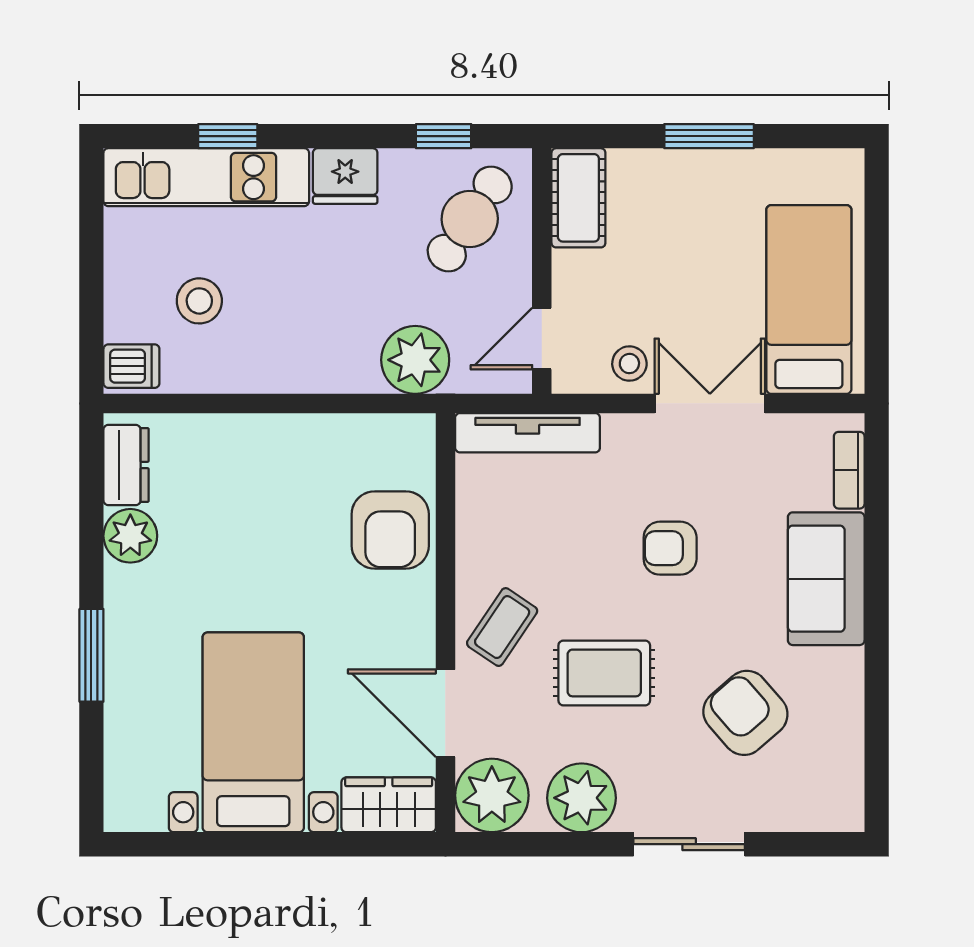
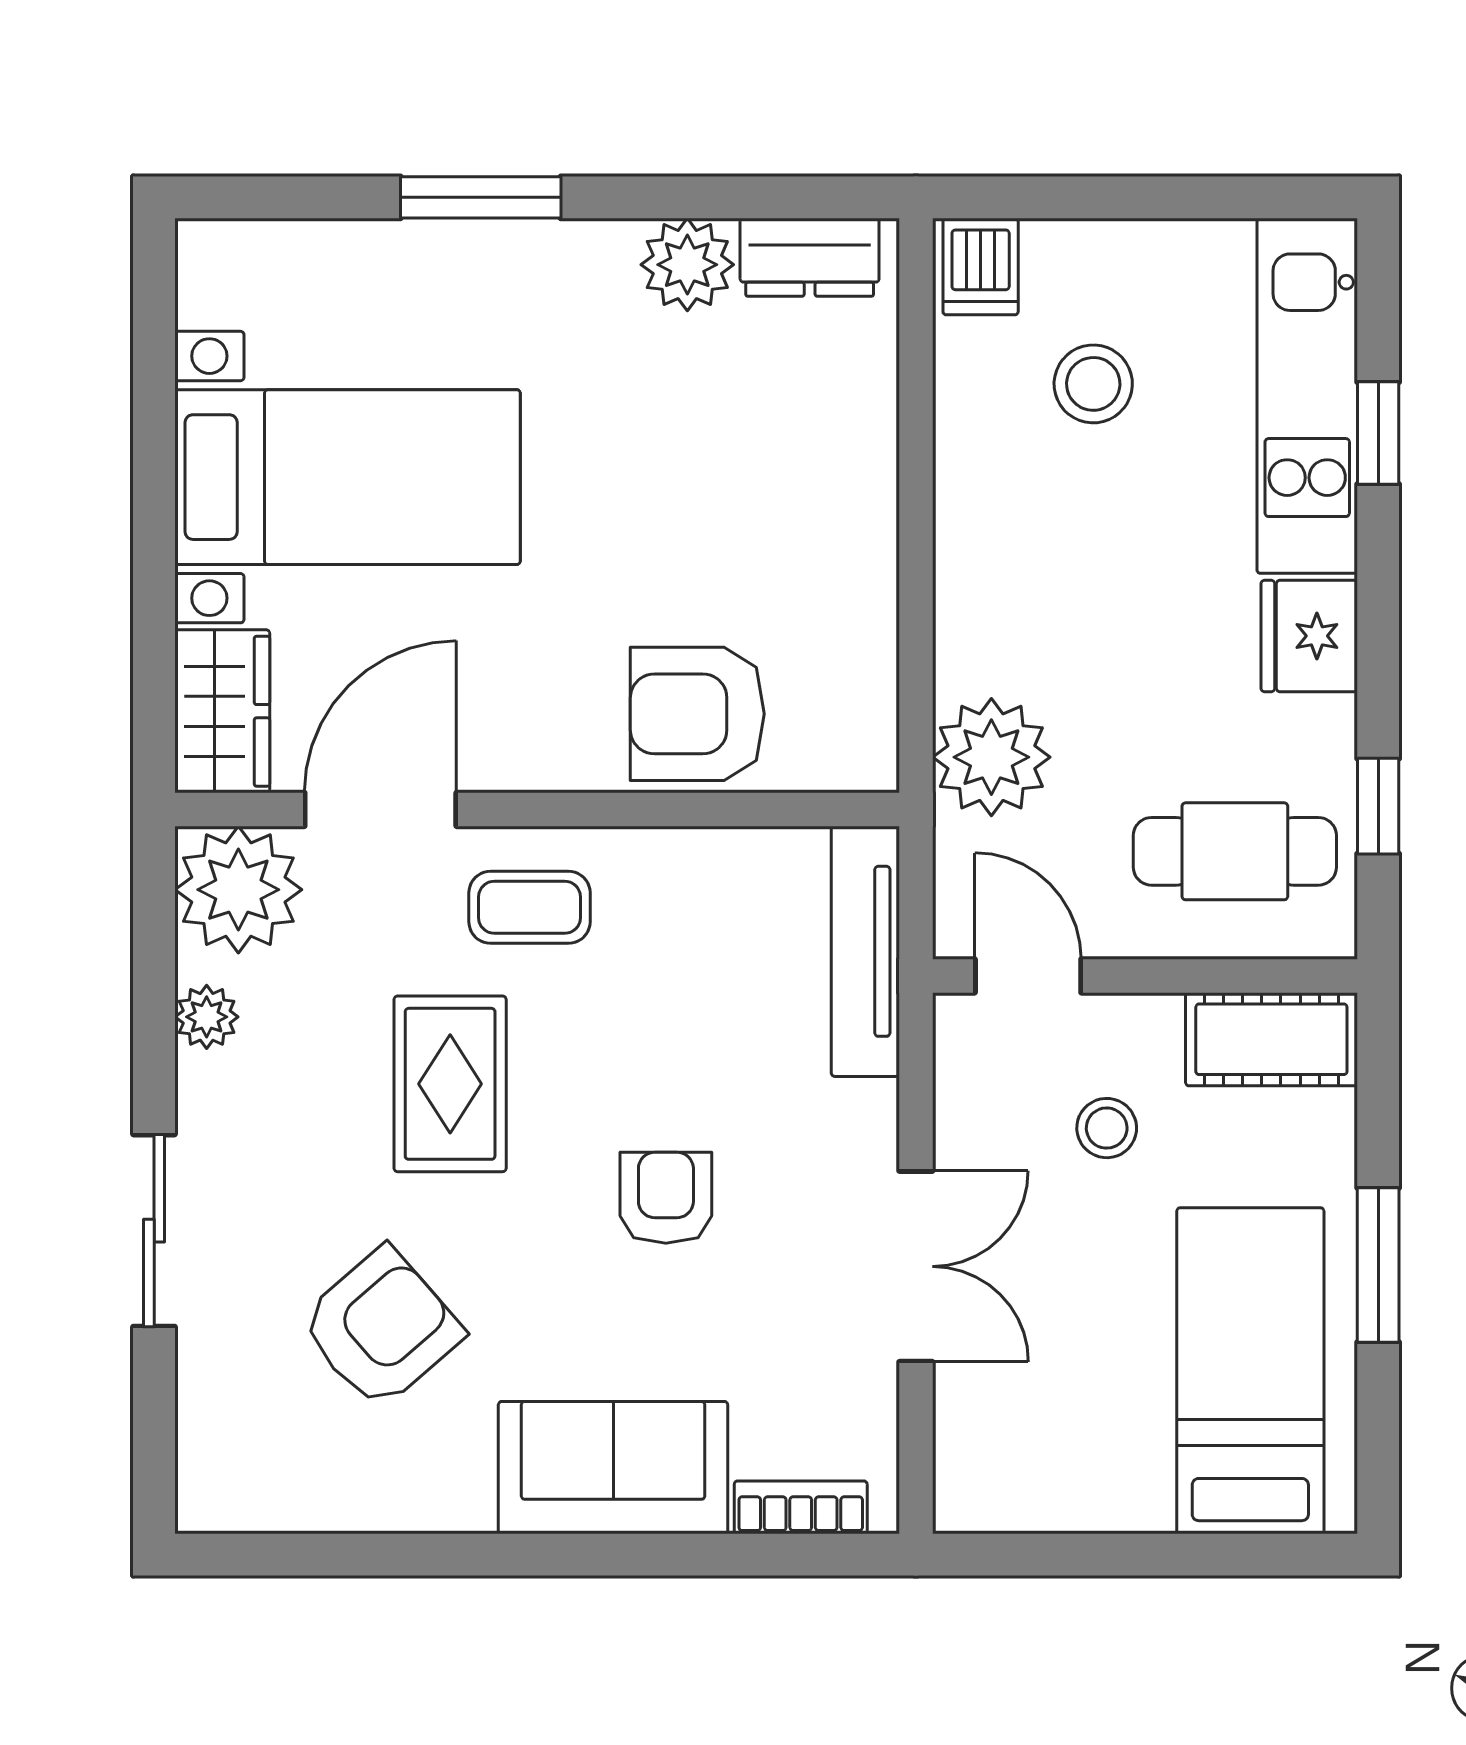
cafe table: (470, 219) -> (1235, 851), turned -34
bed: (809, 299) -> (1250, 1371), moved, turned -90
stool: (629, 364) -> (1107, 1128), moved
coffee table: (502, 627) -> (530, 907), turned -34
plant: (582, 798) -> (207, 1017), width x0.53, depth x0.53

